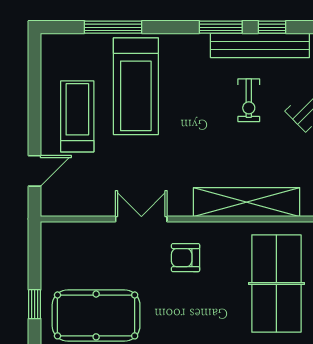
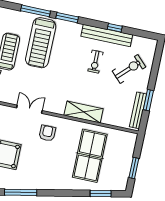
window: (221, 27) -> (67, 18), moved
shelving: (247, 202) -> (84, 112), width x0.68
armchair: (186, 258) -> (47, 133), turned 90

